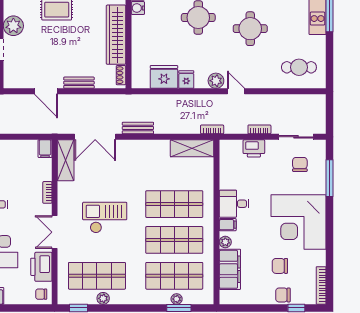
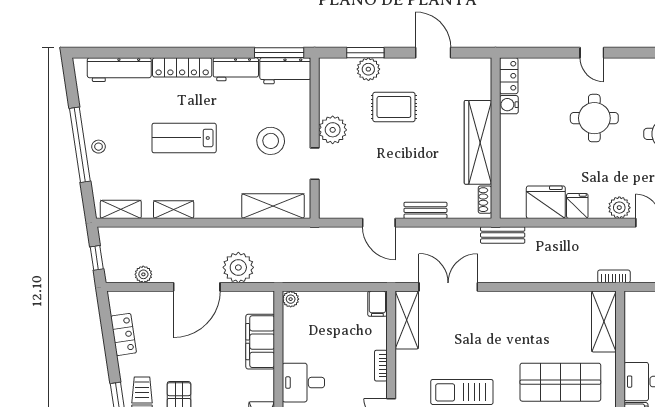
bench: (138, 128) -> (503, 235), moved
double door: (95, 137) -> (448, 287), swing flipped
shelving: (192, 148) -> (604, 322), moved, turned 90

